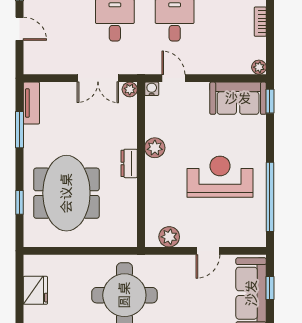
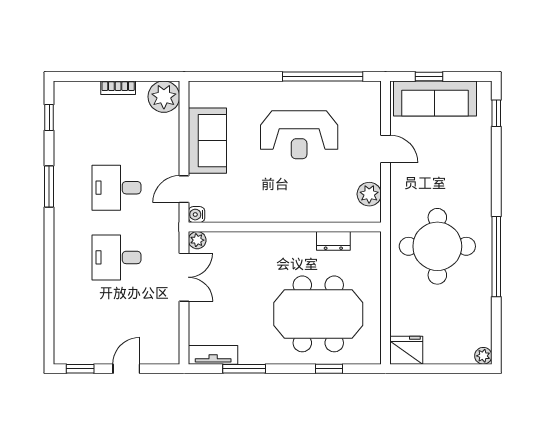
plant: (259, 67) -> (164, 97), width x1.87, depth x1.87
sofa: (238, 98) -> (207, 141), moved
window: (270, 101) -> (211, 76), removed
plant: (155, 148) -> (265, 211), removed
dresser: (129, 163) -> (333, 241), moved
reception desk: (220, 177) -> (299, 135), turned -90
fridge: (35, 290) -> (406, 350), moved

